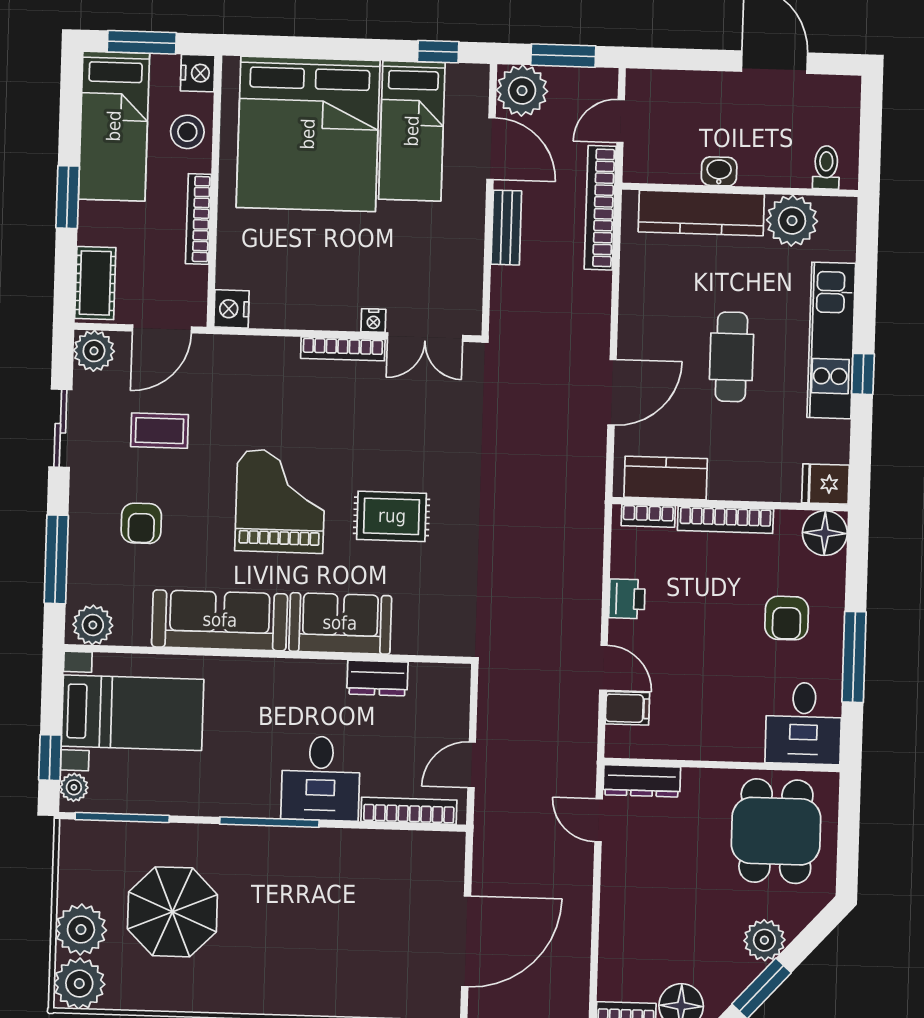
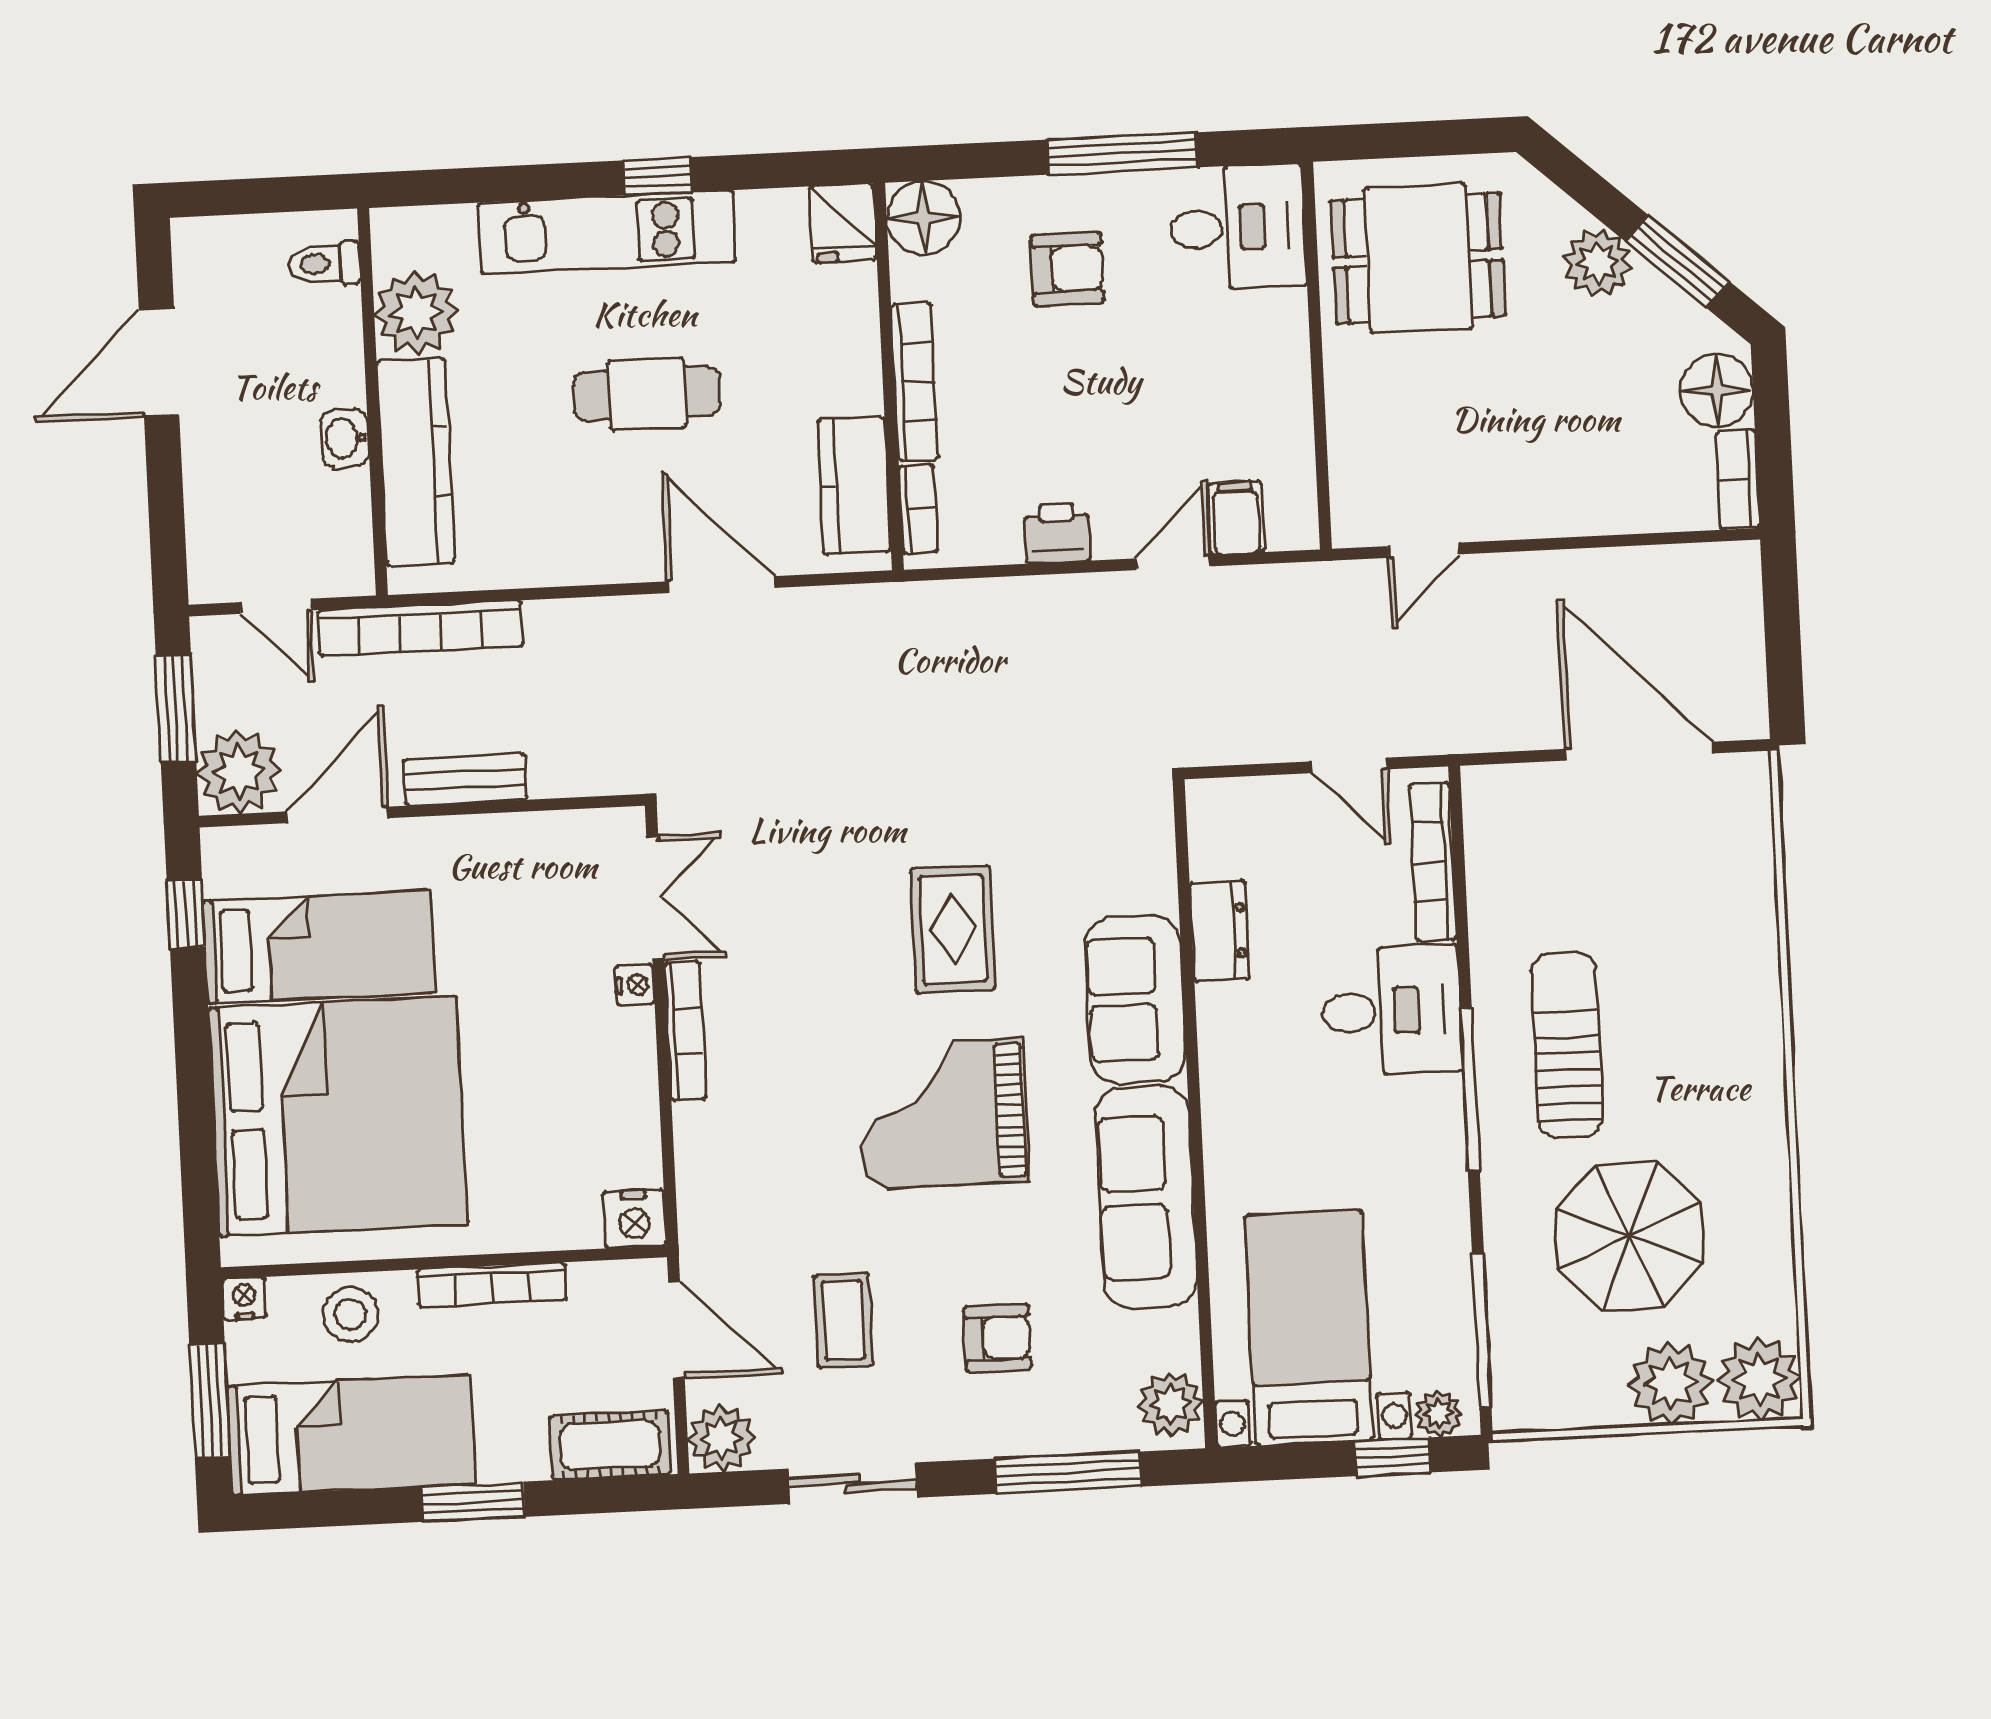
nightstand: (198, 73) -> (244, 1298), width x0.72, depth x0.74
dresser: (642, 781) -> (1353, 485), removed
sun lounger: (291, 883) -> (1567, 1045), added

